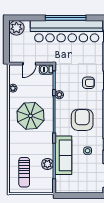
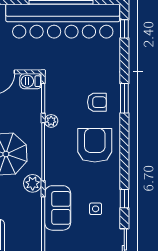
armchair: (82, 120) -> (95, 145), moved
sofa: (63, 155) -> (58, 208), width x0.73
plant: (47, 164) -> (33, 183), moved

